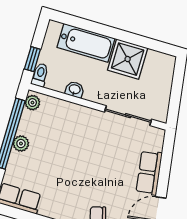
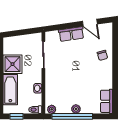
window: (32, 59) -> (16, 116), moved

